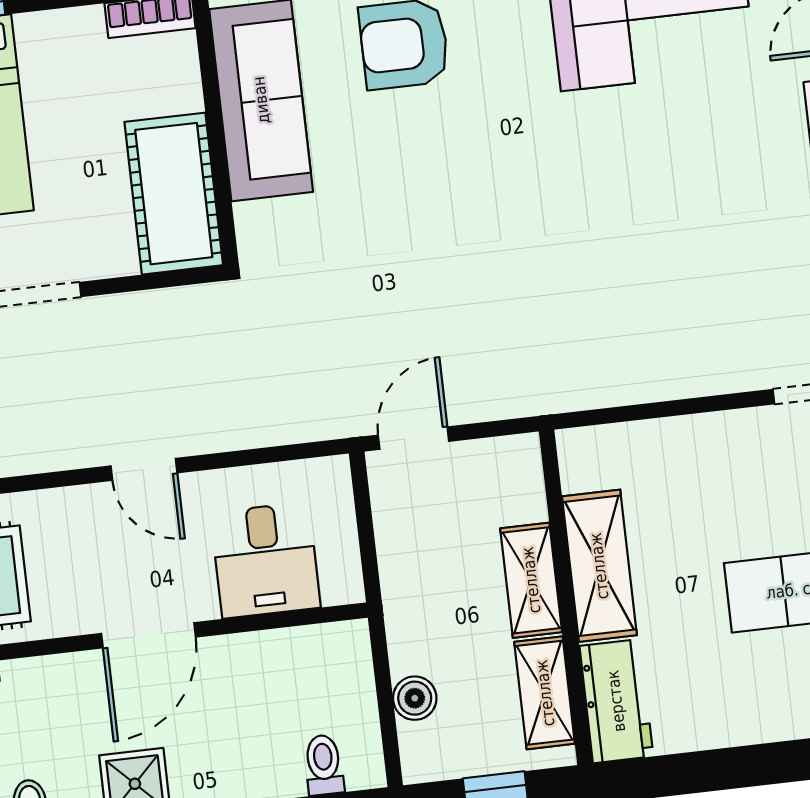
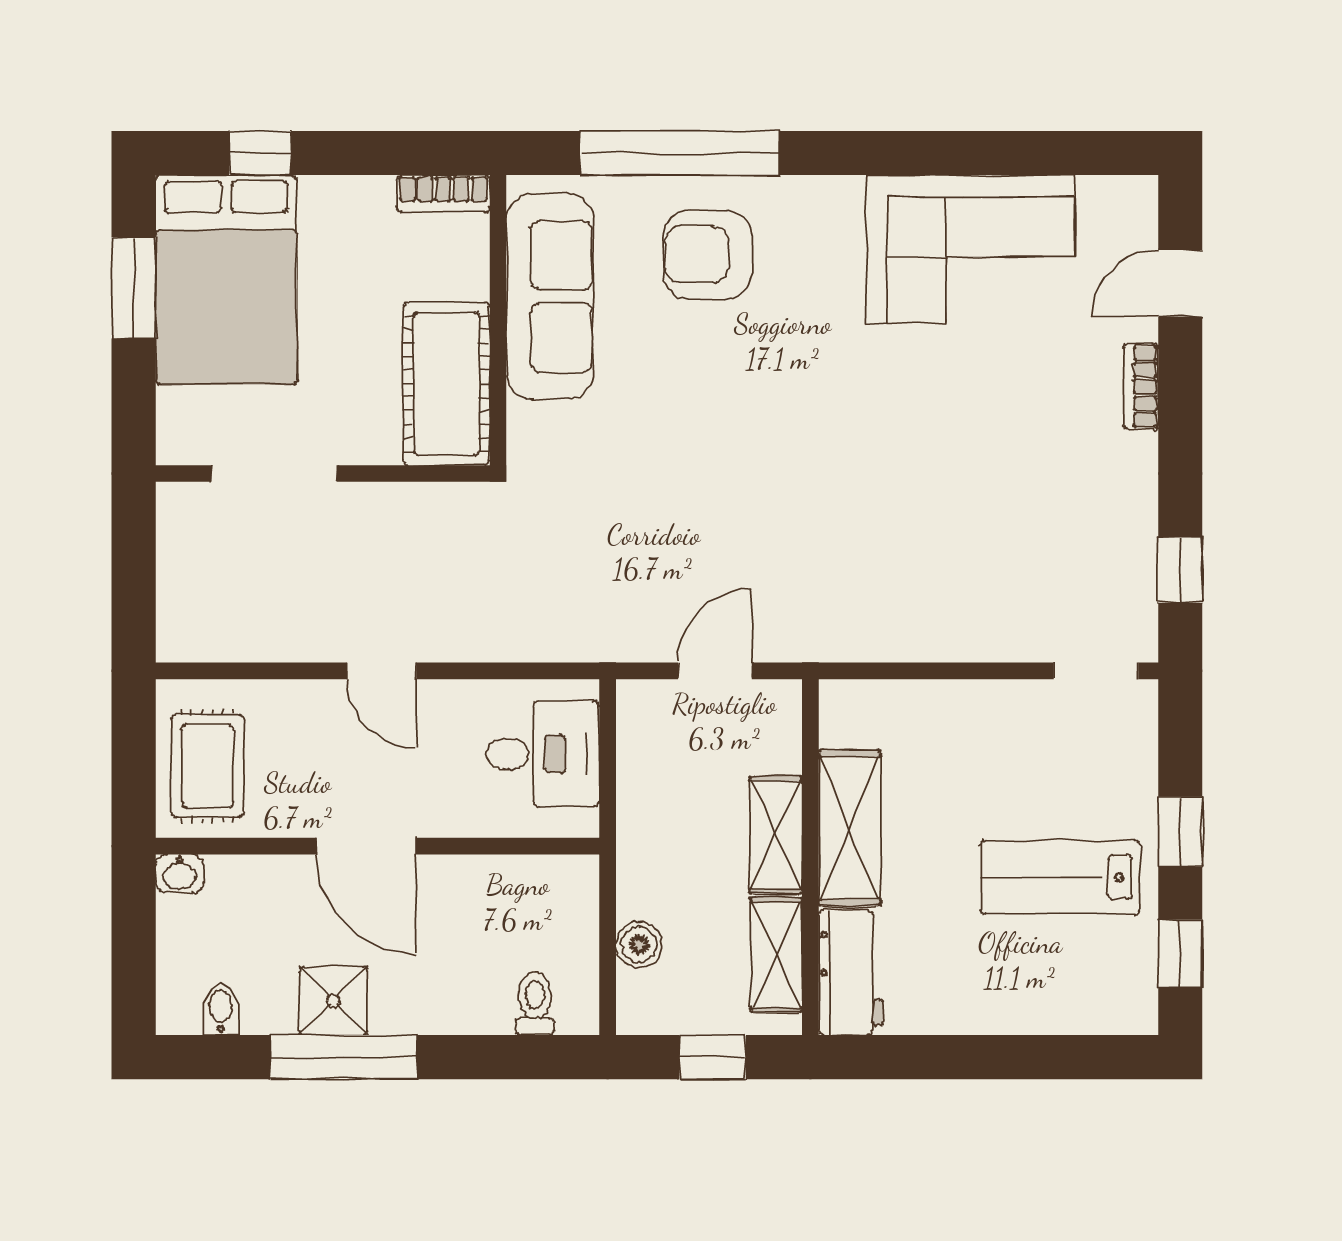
door: (413, 438) -> (715, 671), moved
desk: (265, 560) -> (543, 754), moved, turned -90
door: (148, 635) -> (366, 846), hinge flipped

